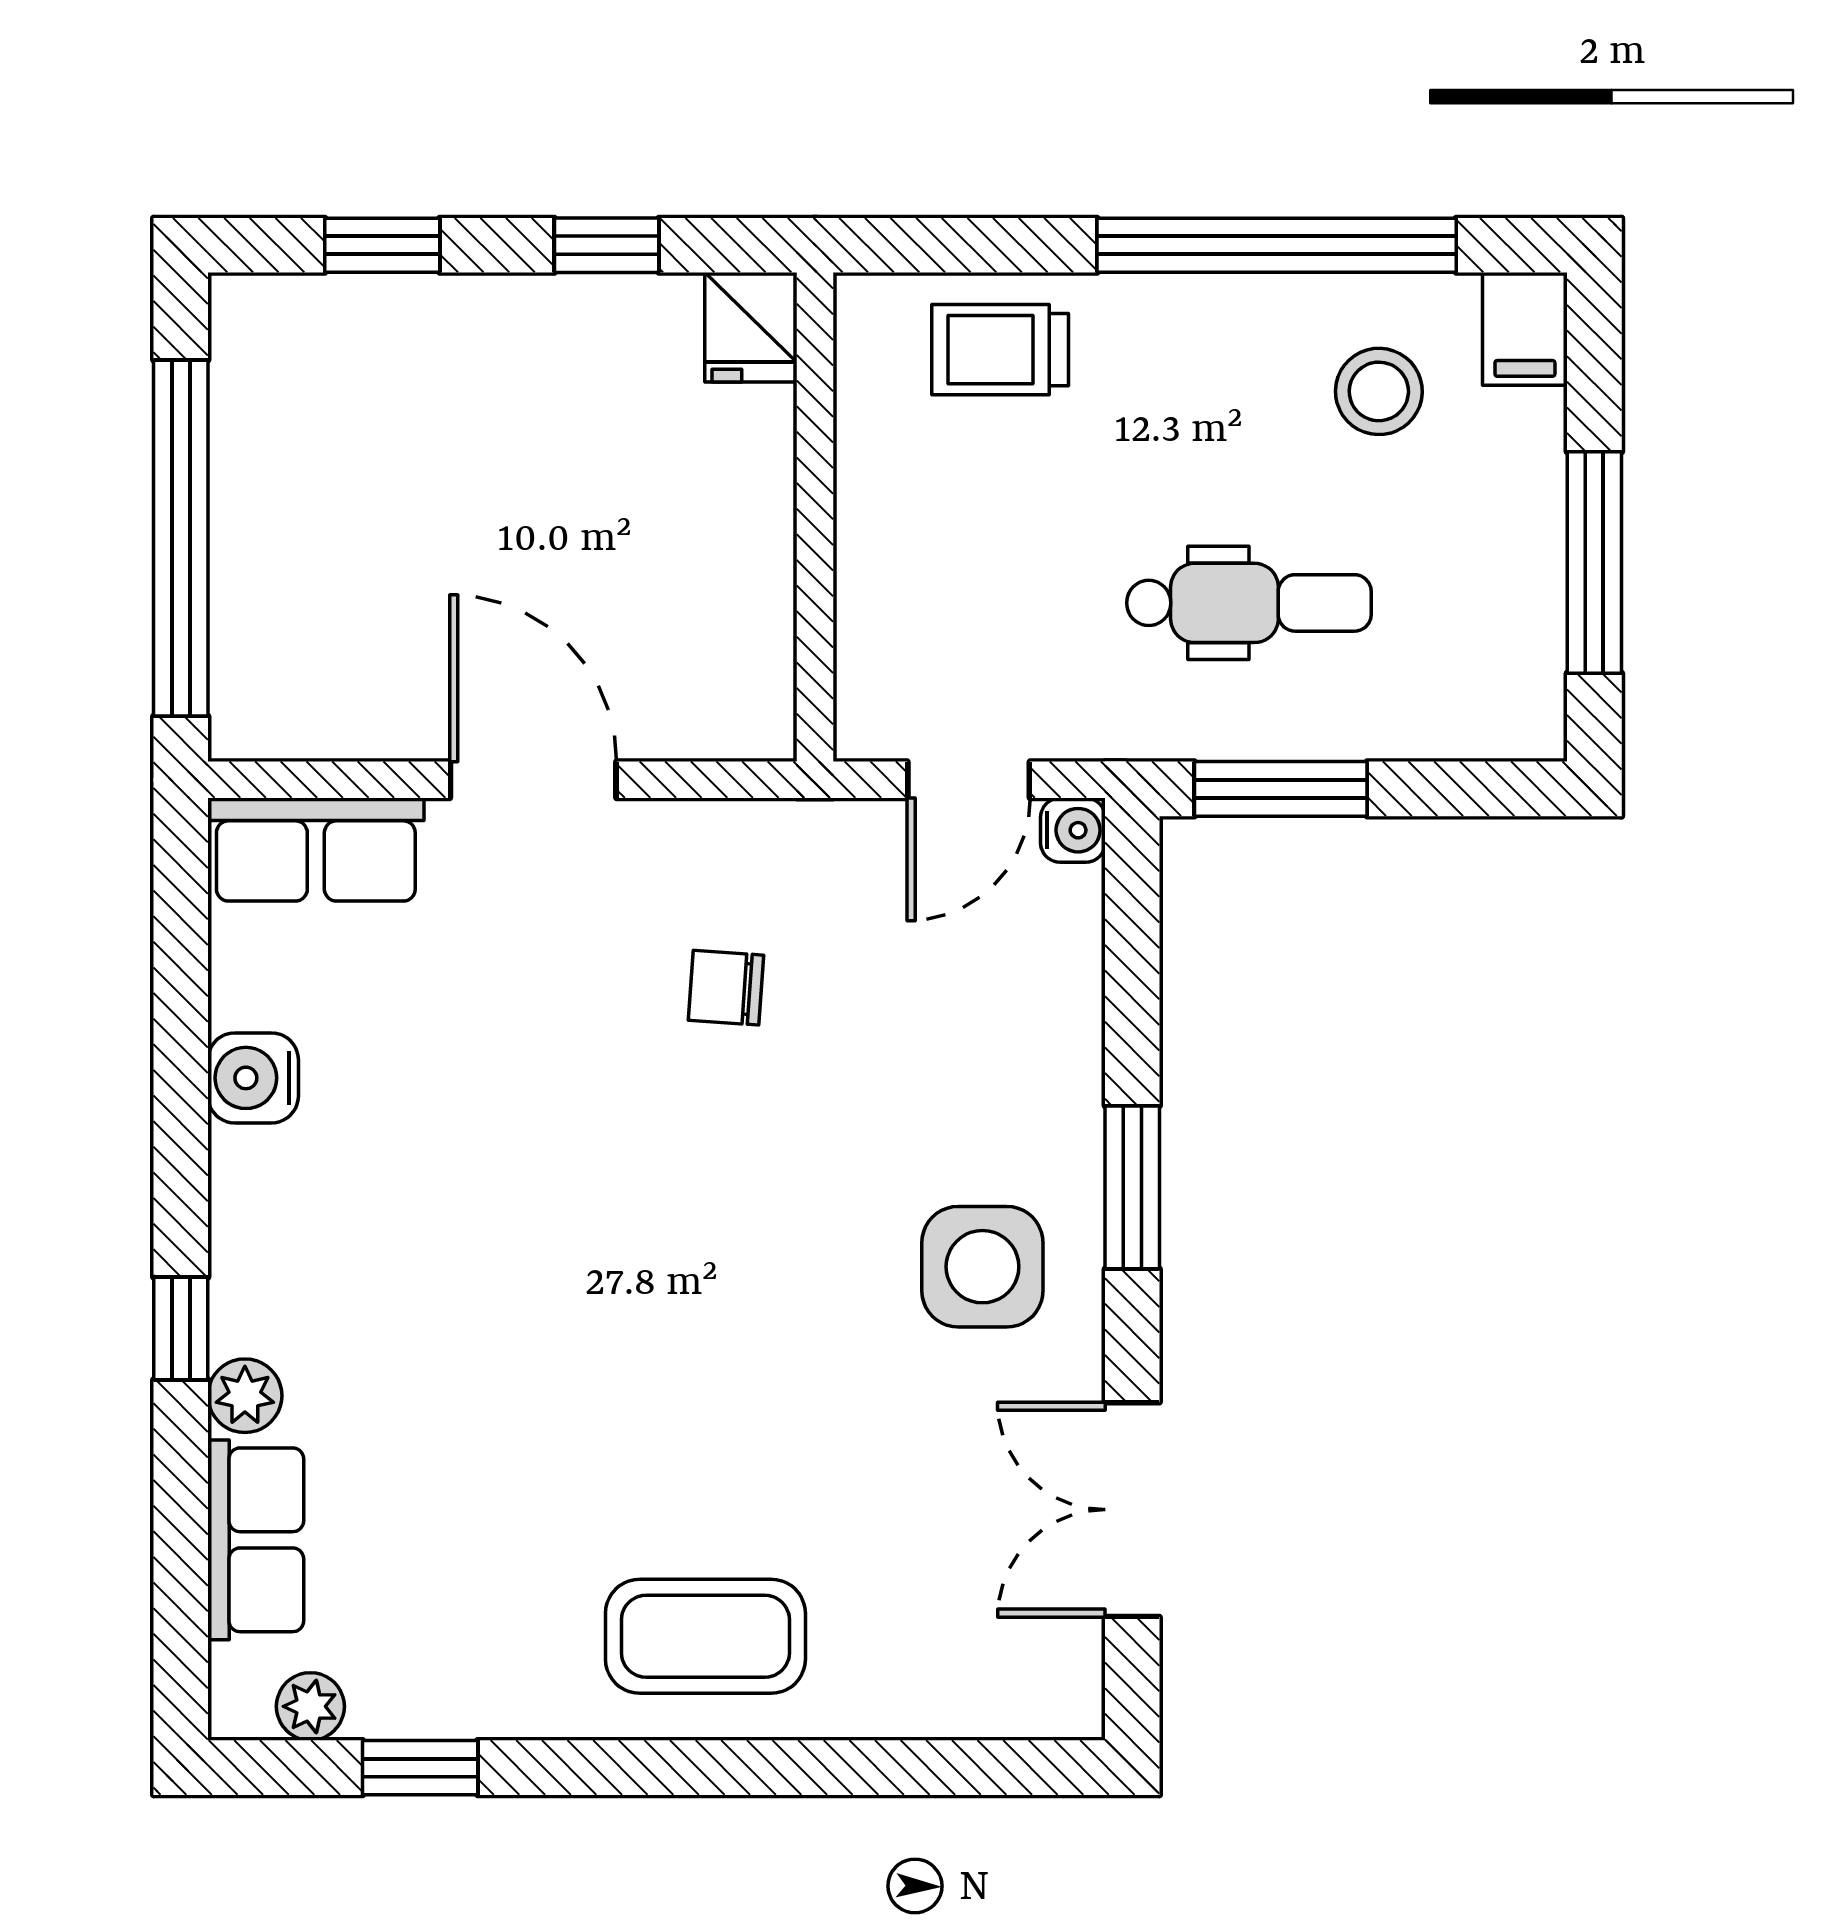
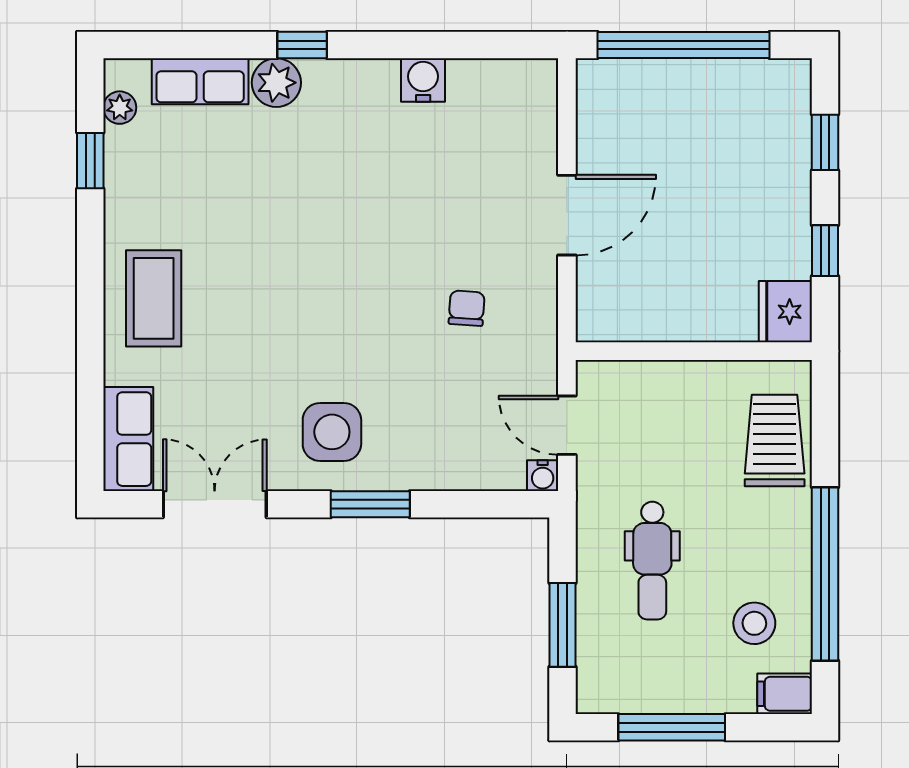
fridge: (751, 327) -> (785, 312), width x1.38
trolley: (1000, 350) -> (775, 440), width x1.36, depth x1.39
window: (1281, 789) -> (563, 625), moved
row of seats: (316, 850) -> (128, 439), moved, turned 180
plant: (245, 1396) -> (276, 83), width x1.38, depth x1.38

